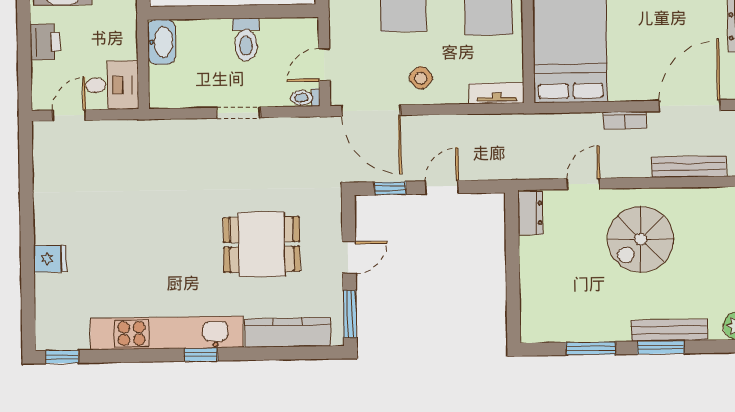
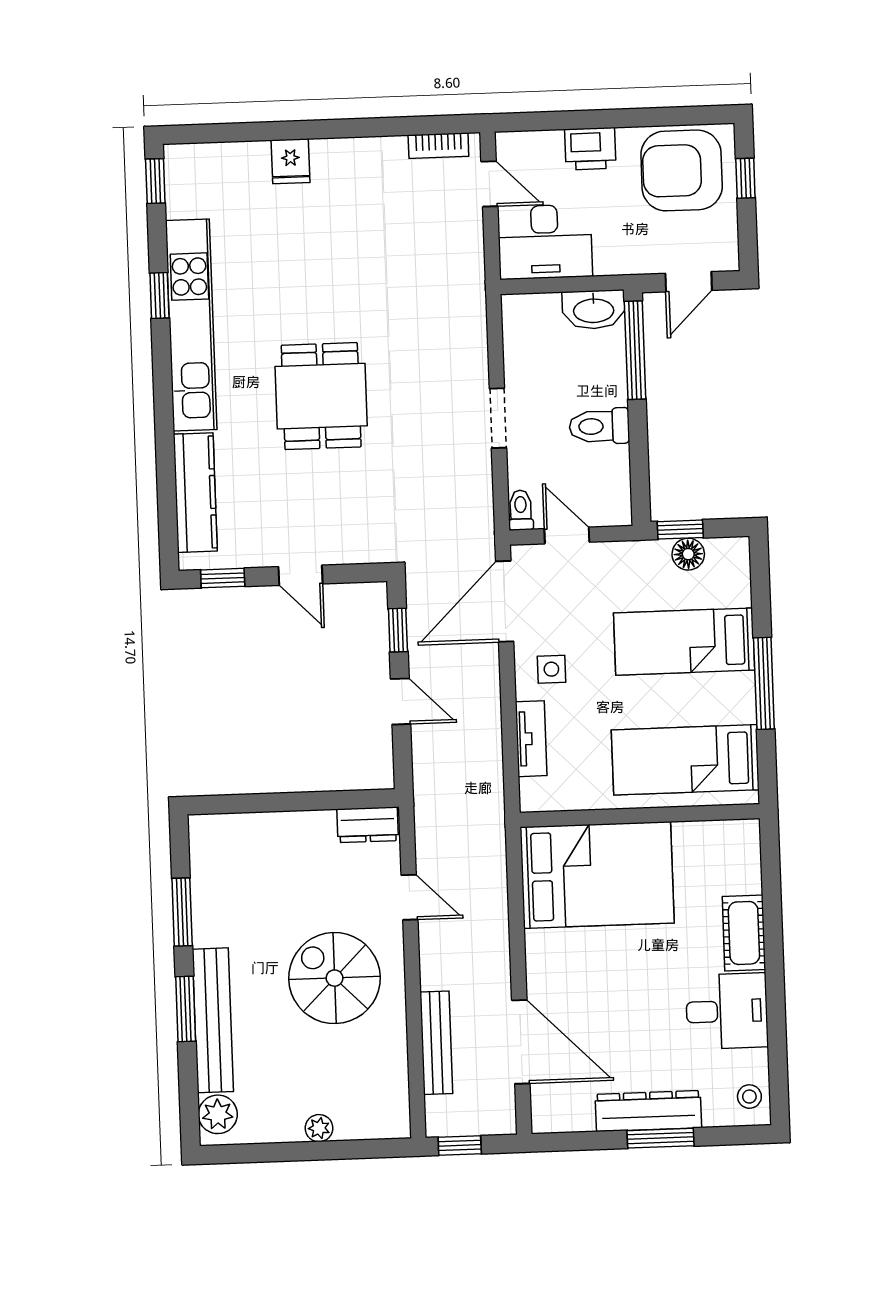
window: (191, 13) -> (635, 350), added
side table: (421, 78) -> (551, 669), turned 45
desk: (112, 85) -> (545, 242), width x1.37
tv unit: (497, 93) -> (531, 739), moved
bookcase: (625, 120) -> (438, 146), moved, turned -90
dining table: (262, 244) -> (321, 396), moved
window: (350, 314) -> (223, 578), width x0.67
bench: (669, 330) -> (213, 1020), width x1.37, depth x1.21
window: (201, 355) -> (159, 295), moved

